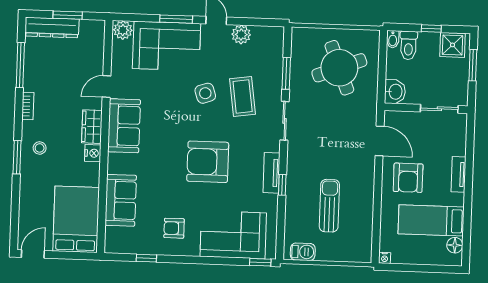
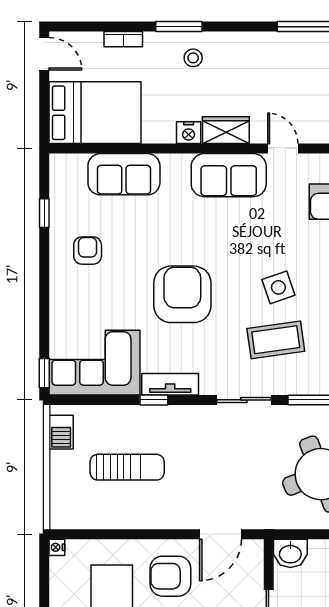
bookcase: (28, 106) -> (123, 39), moved
corner sofa: (233, 235) -> (94, 363), moved, turned -90

